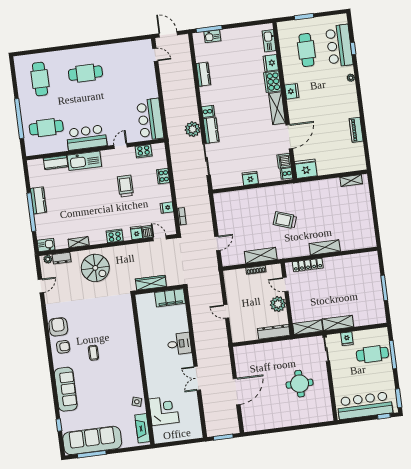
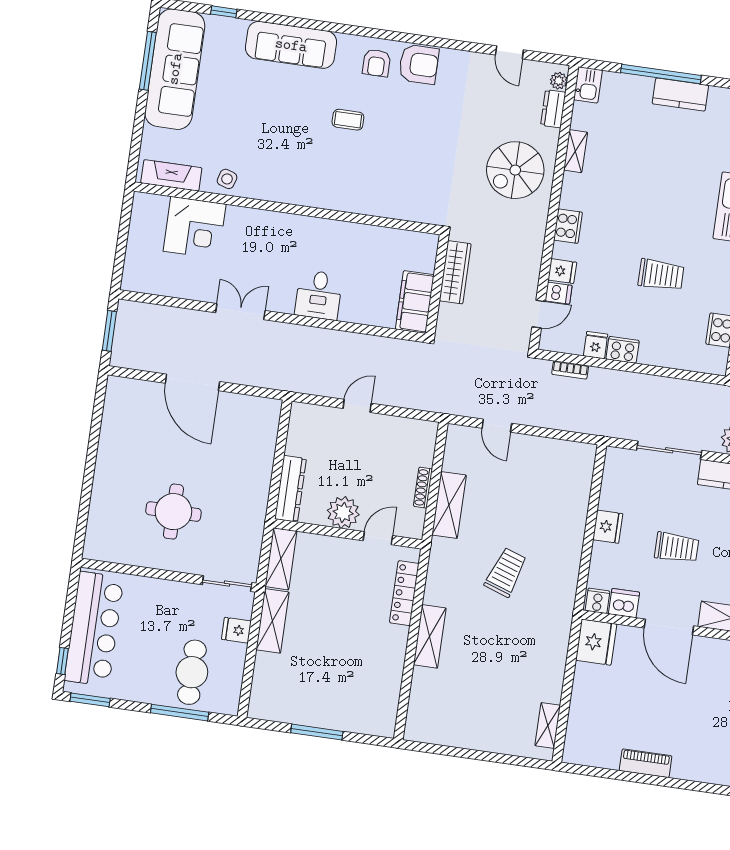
trolley: (251, 143) -> (677, 547), added
cooker: (163, 176) -> (623, 350), moved

